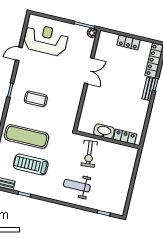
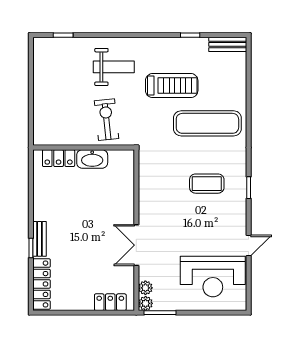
locker: (128, 42) -> (110, 302), moved
plant: (90, 43) -> (145, 288), added
treadmill: (31, 164) -> (172, 86), moved

